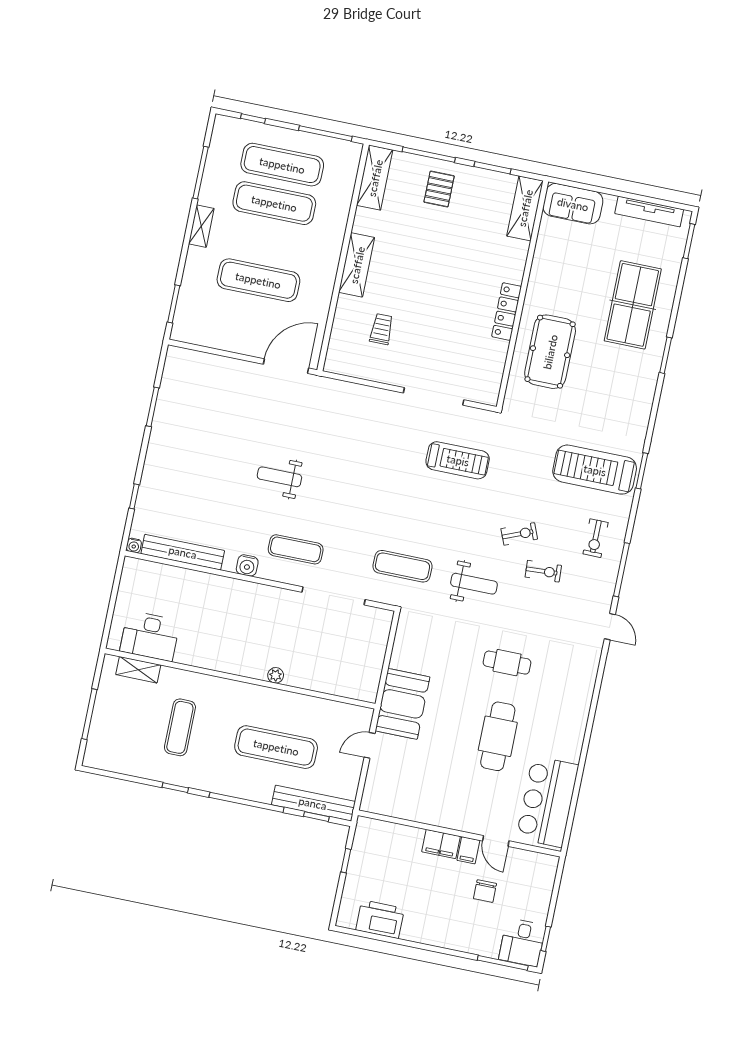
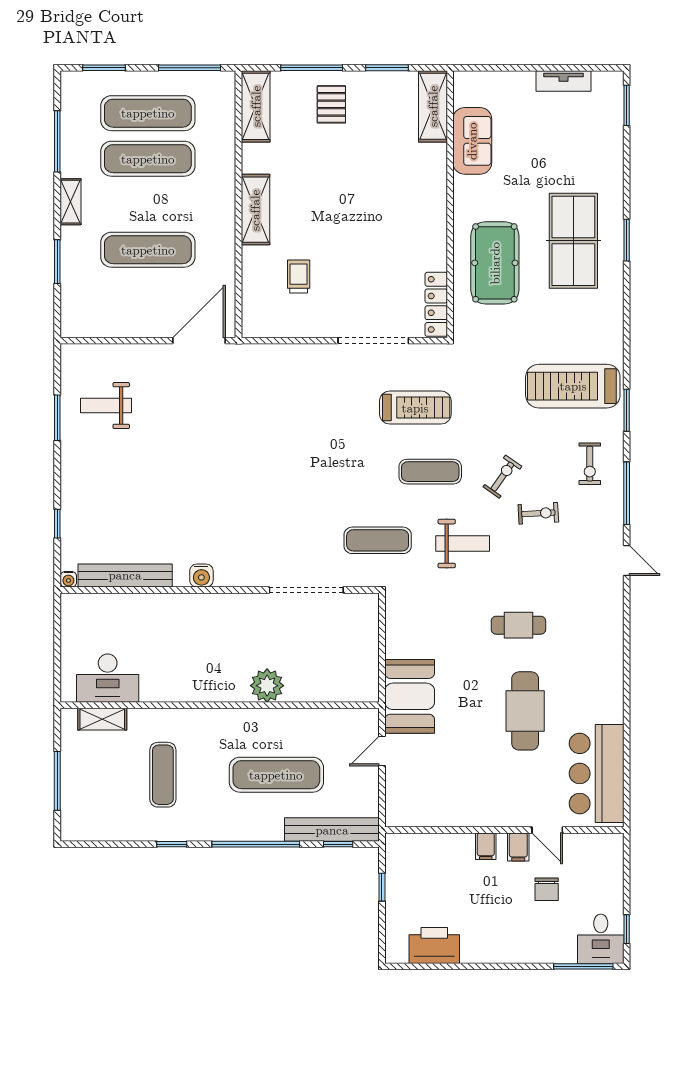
window: (253, 118) -> (104, 68), width x1.50
sofa: (573, 204) -> (472, 141), moved, turned -90
tv unit: (649, 212) -> (563, 81), width x0.71
window: (174, 304) -> (57, 262), moved
table tennis table: (633, 305) -> (573, 241), moved
locker: (507, 312) -> (436, 304), moved
window: (642, 471) -> (627, 410), moved
weight bench: (279, 477) -> (106, 406), moved
exercise bike: (519, 534) -> (502, 477), turned -33
exercise mat: (296, 549) -> (430, 472), moved
plant: (276, 675) -> (267, 686), width x1.87, depth x1.87
filing cabinet: (441, 844) -> (486, 846), width x0.50

